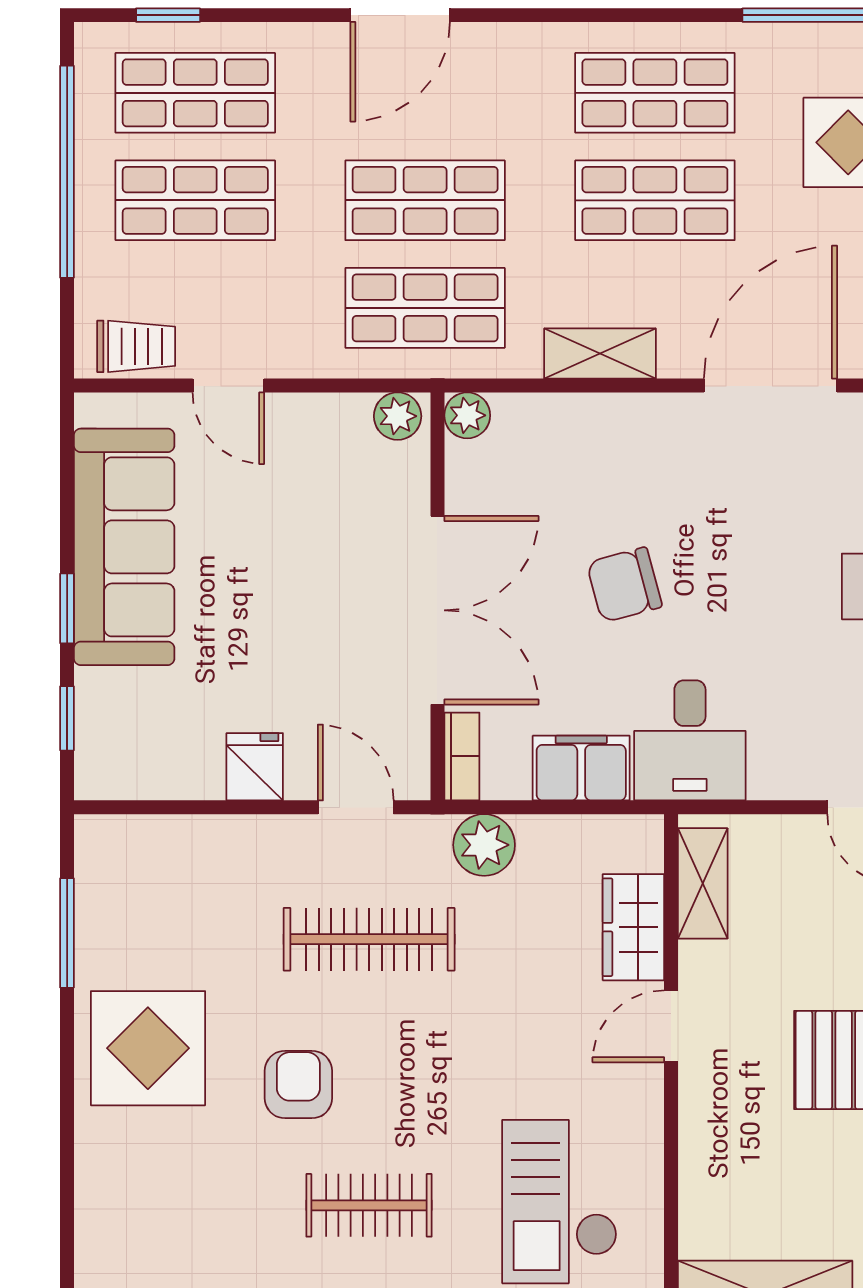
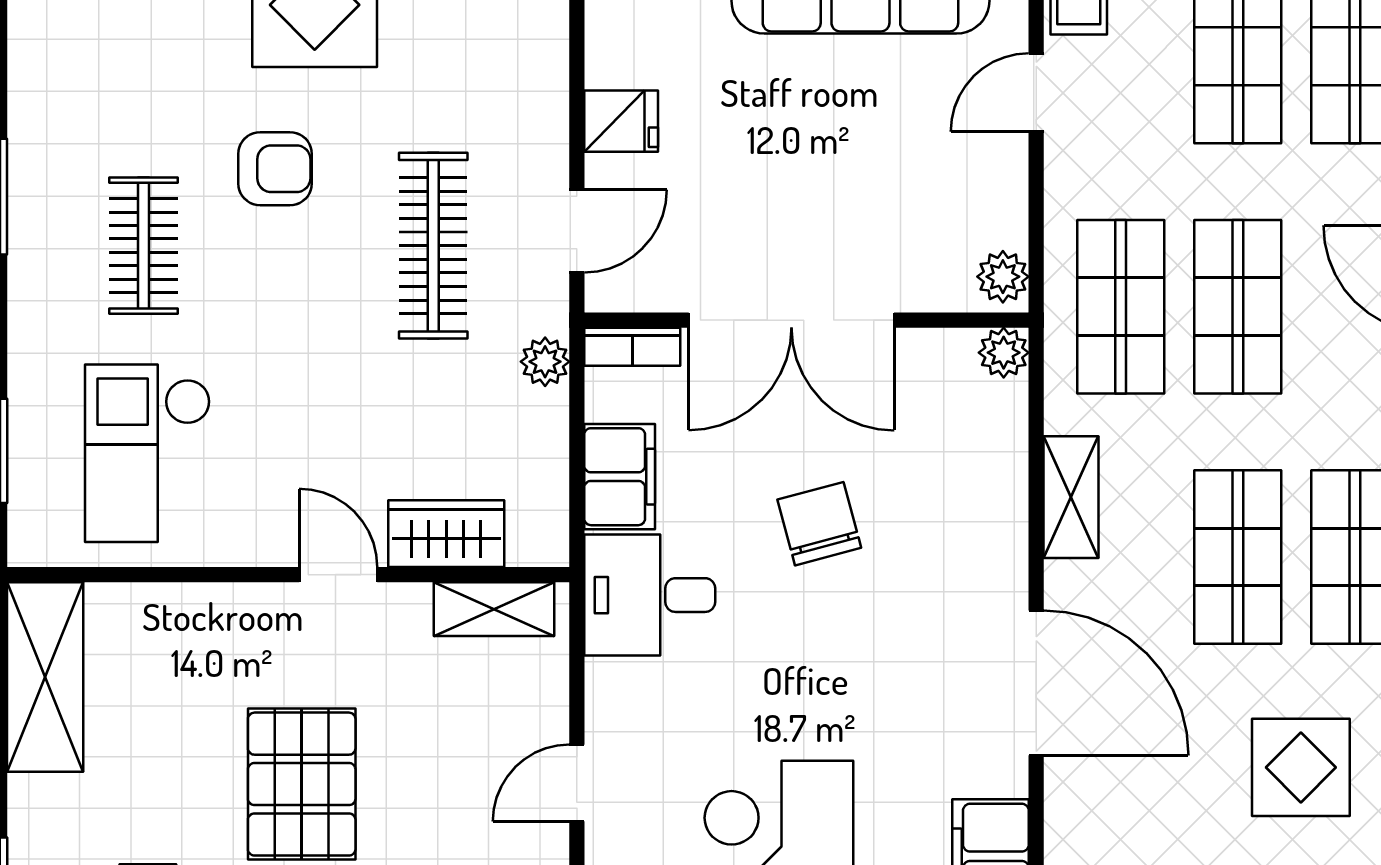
plant: (484, 845) -> (545, 362), width x0.73, depth x0.73
checkout: (560, 1202) -> (148, 453), turned -90

